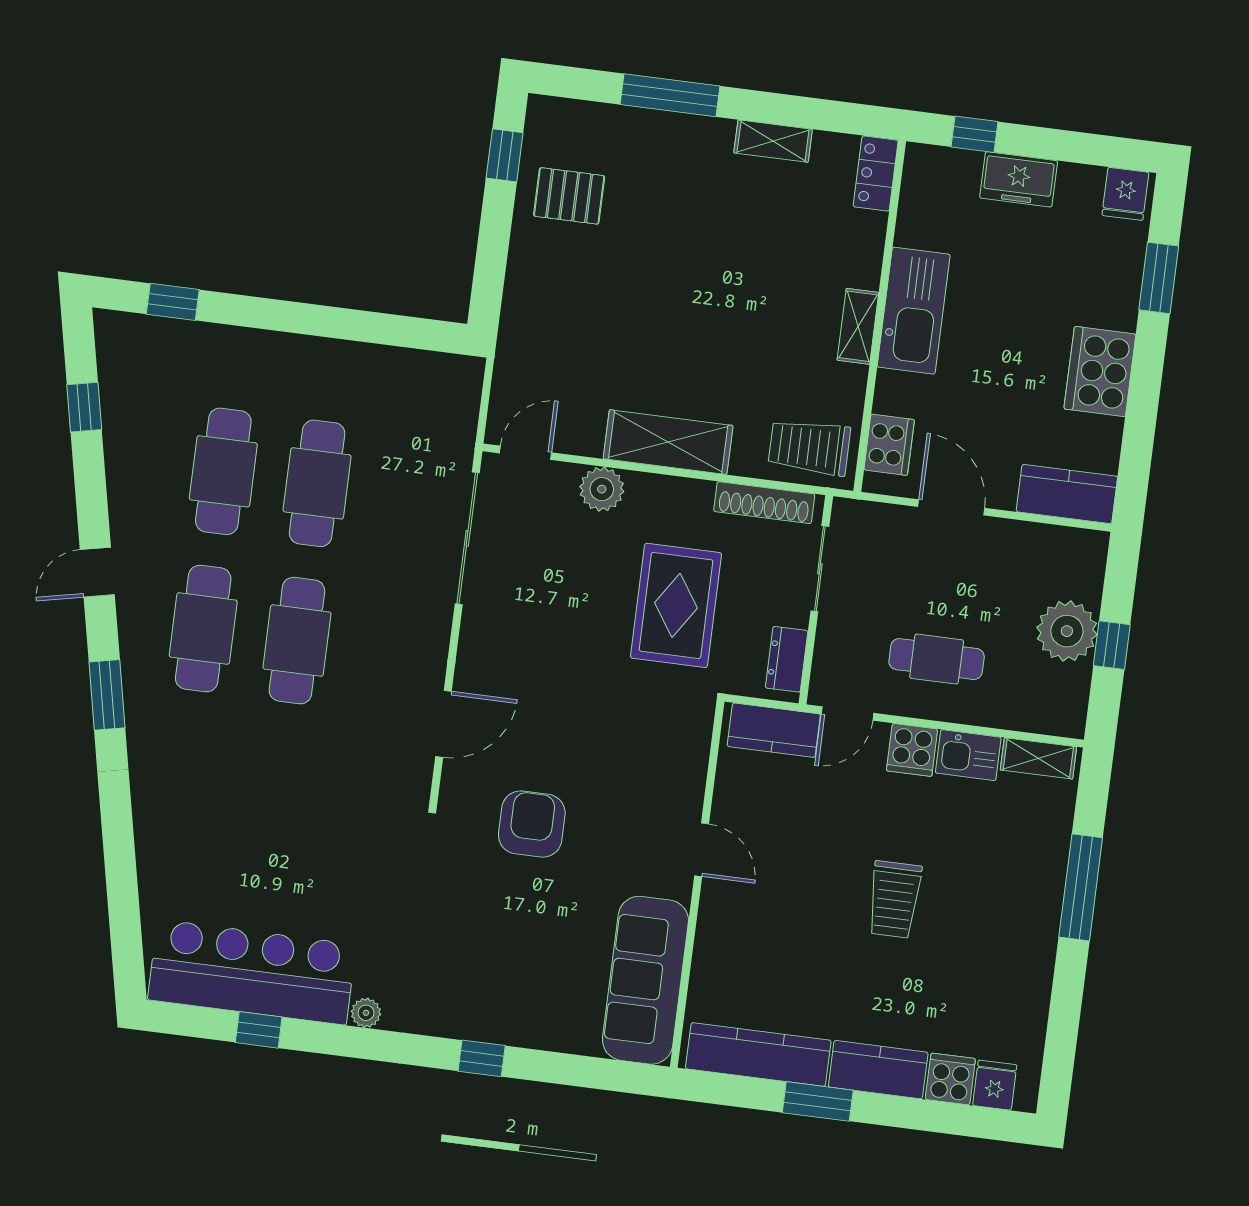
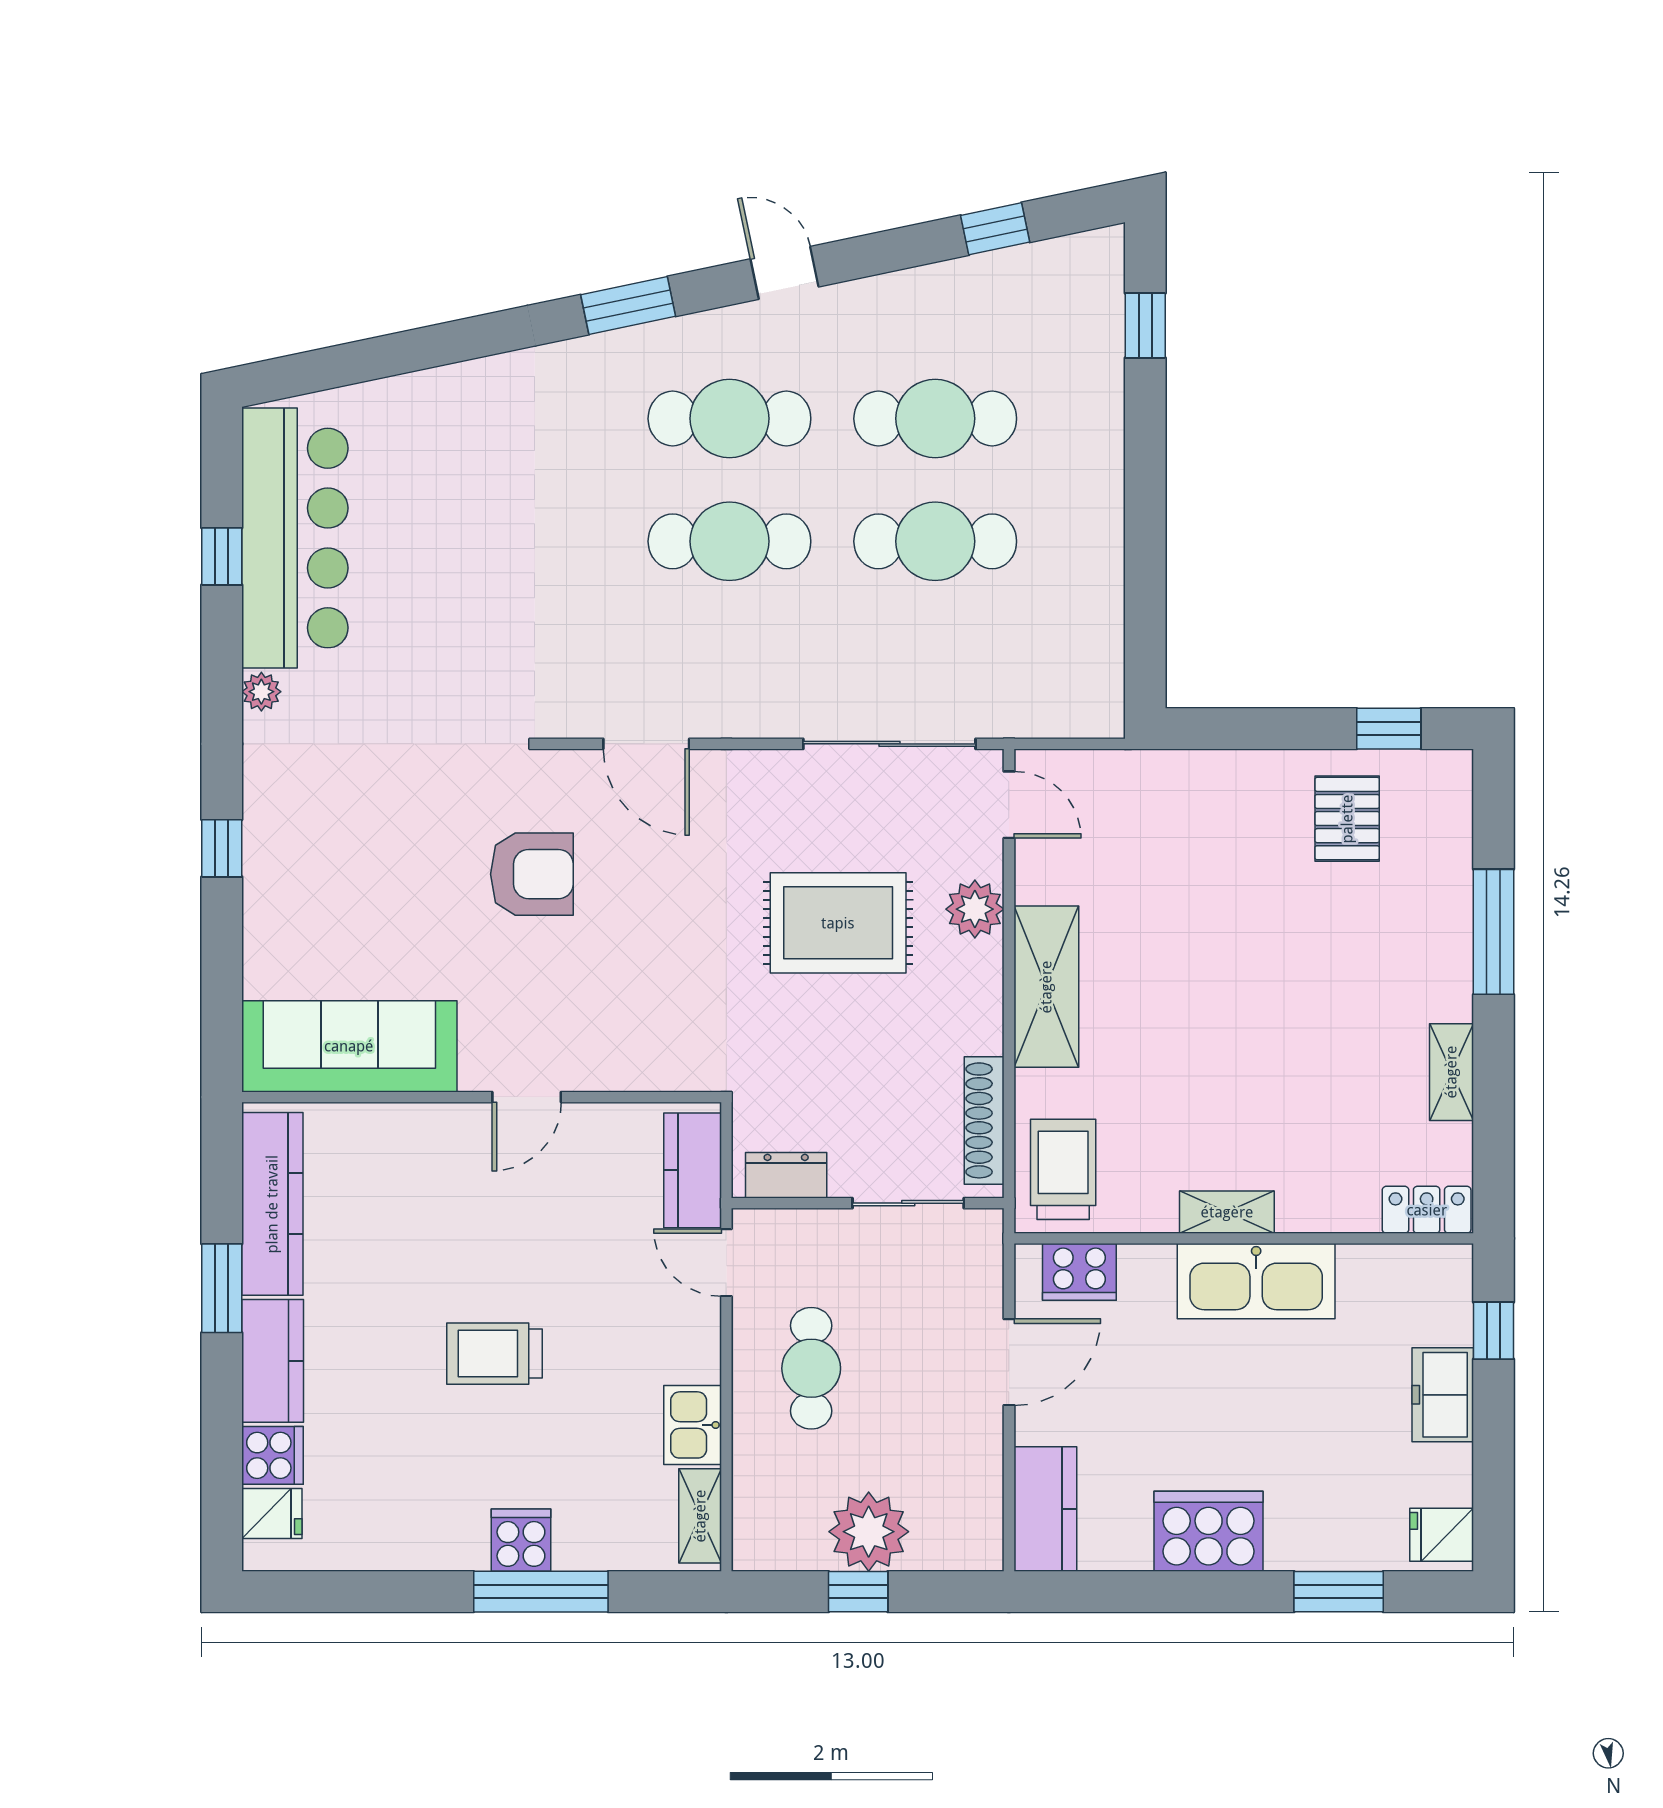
rug: (676, 605) -> (838, 923), moved
cooker: (912, 750) -> (521, 1540), moved, turned 90

